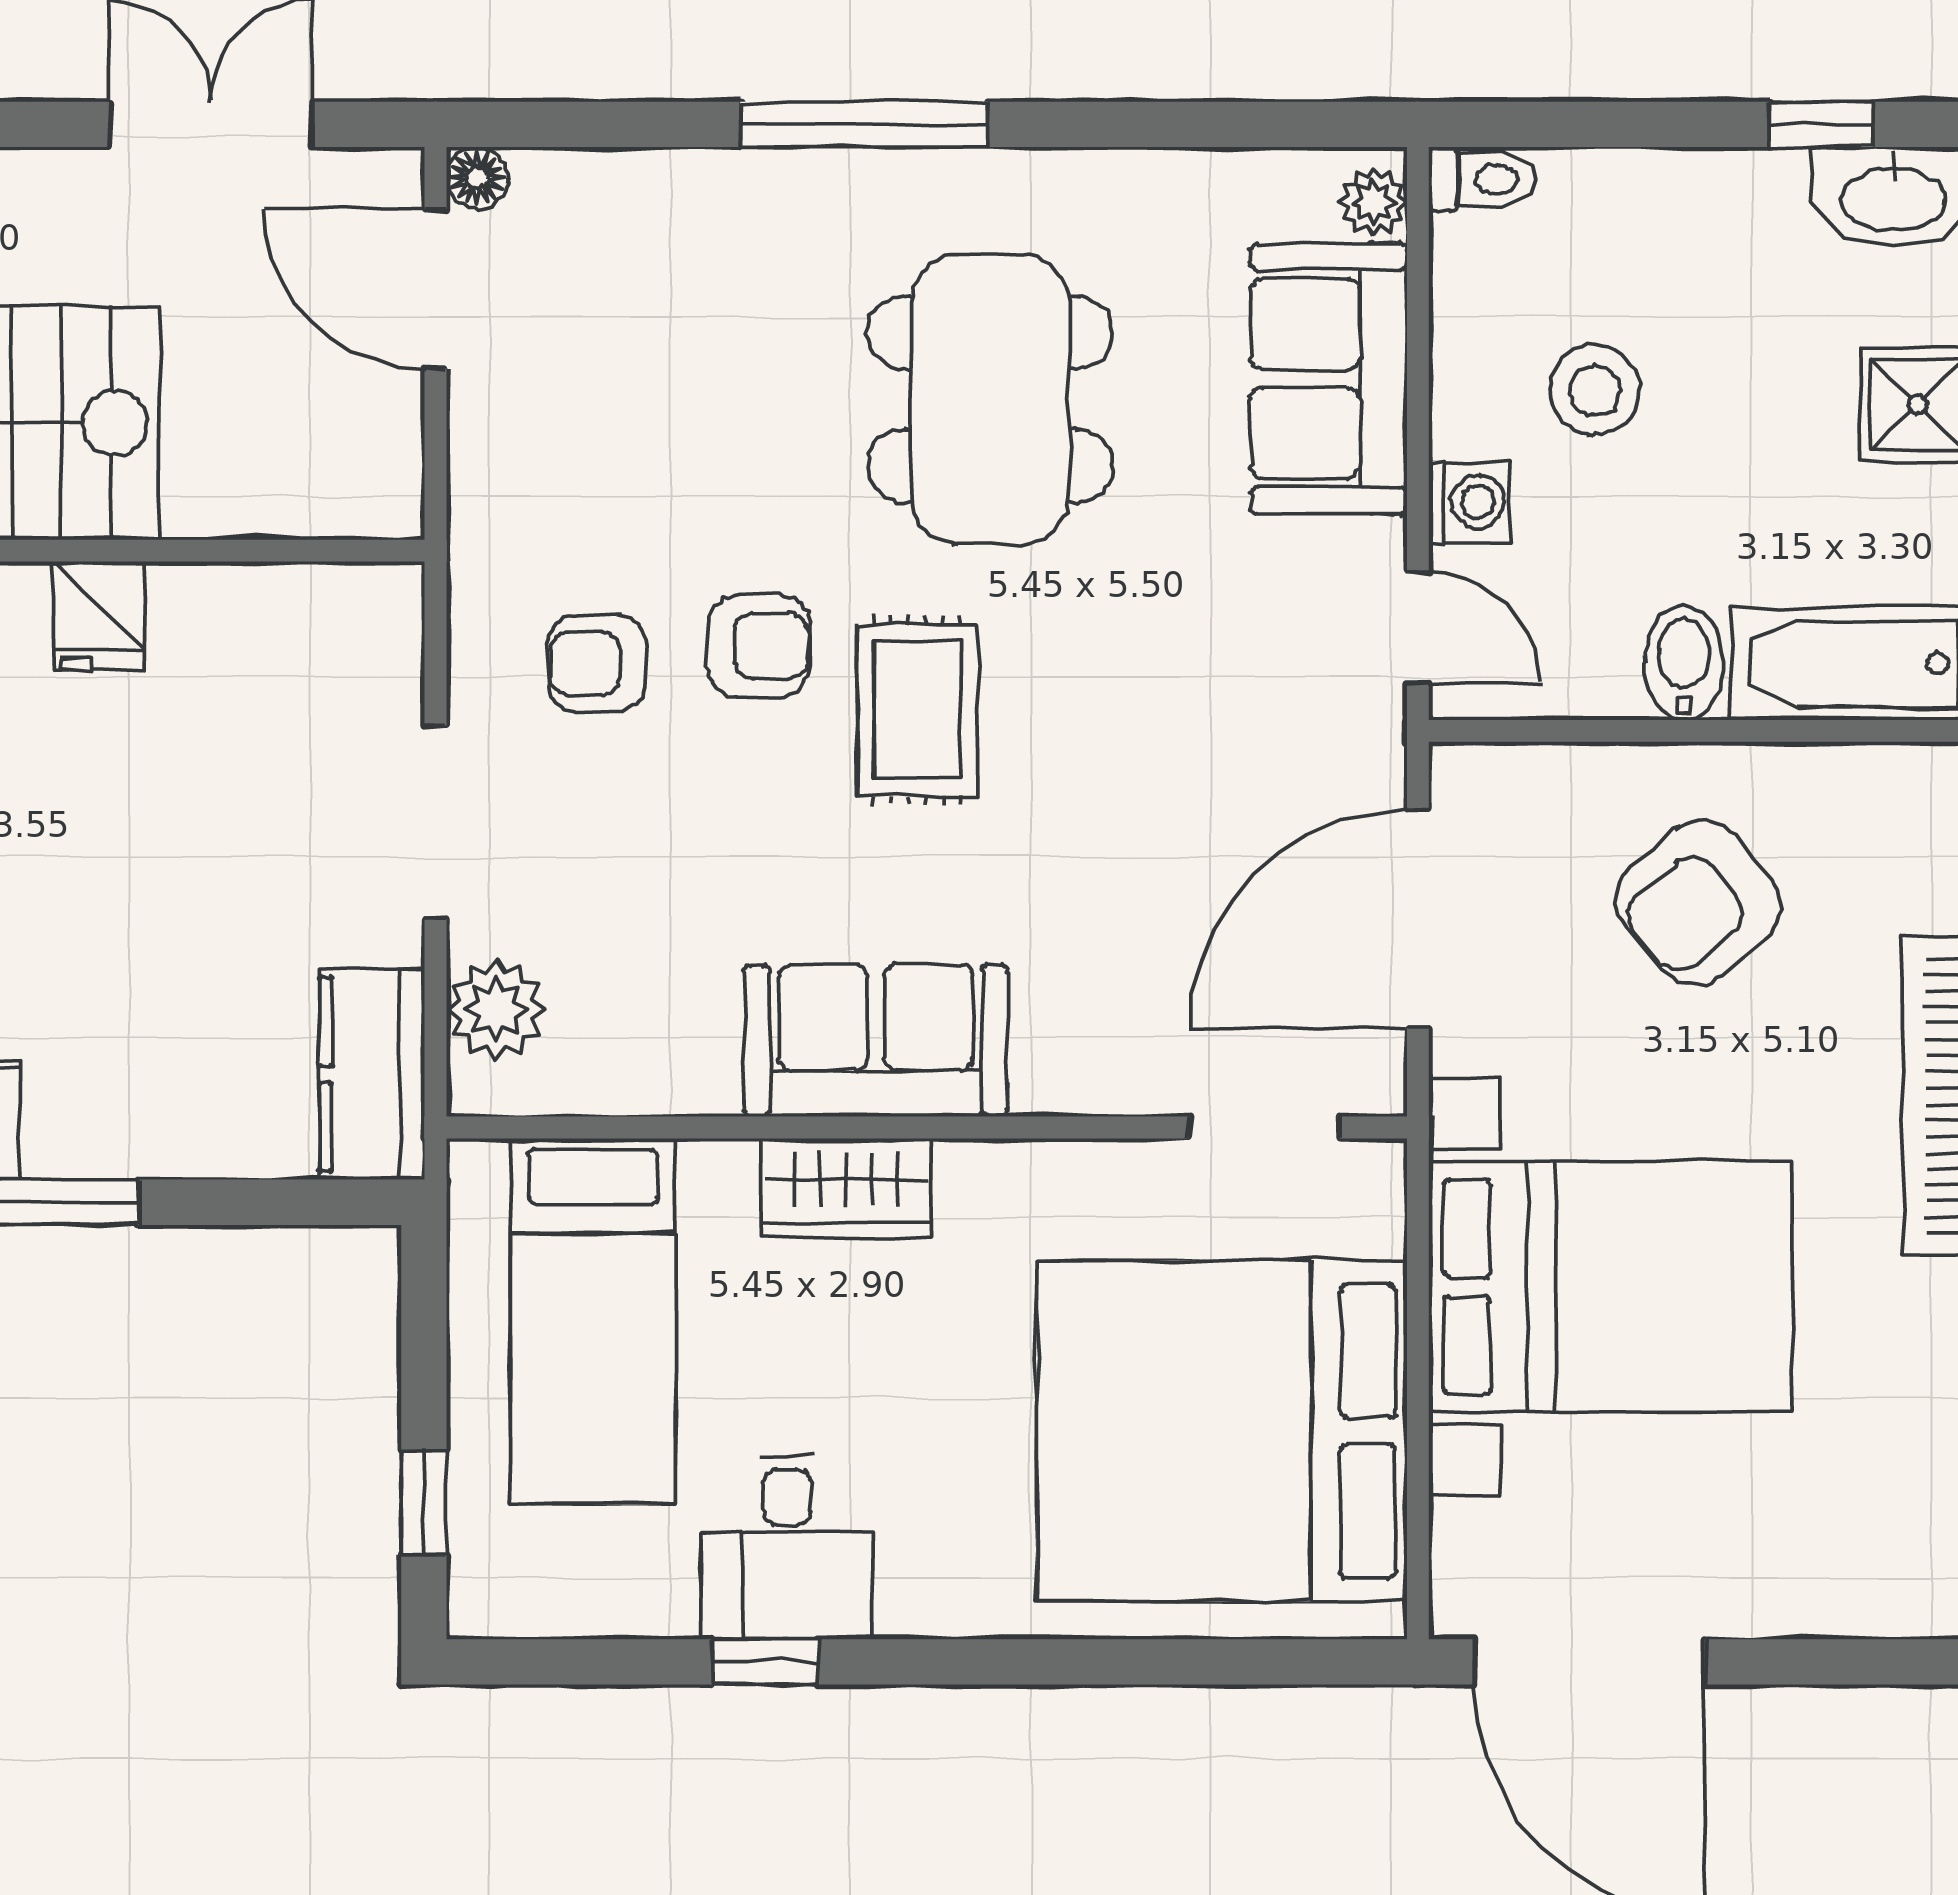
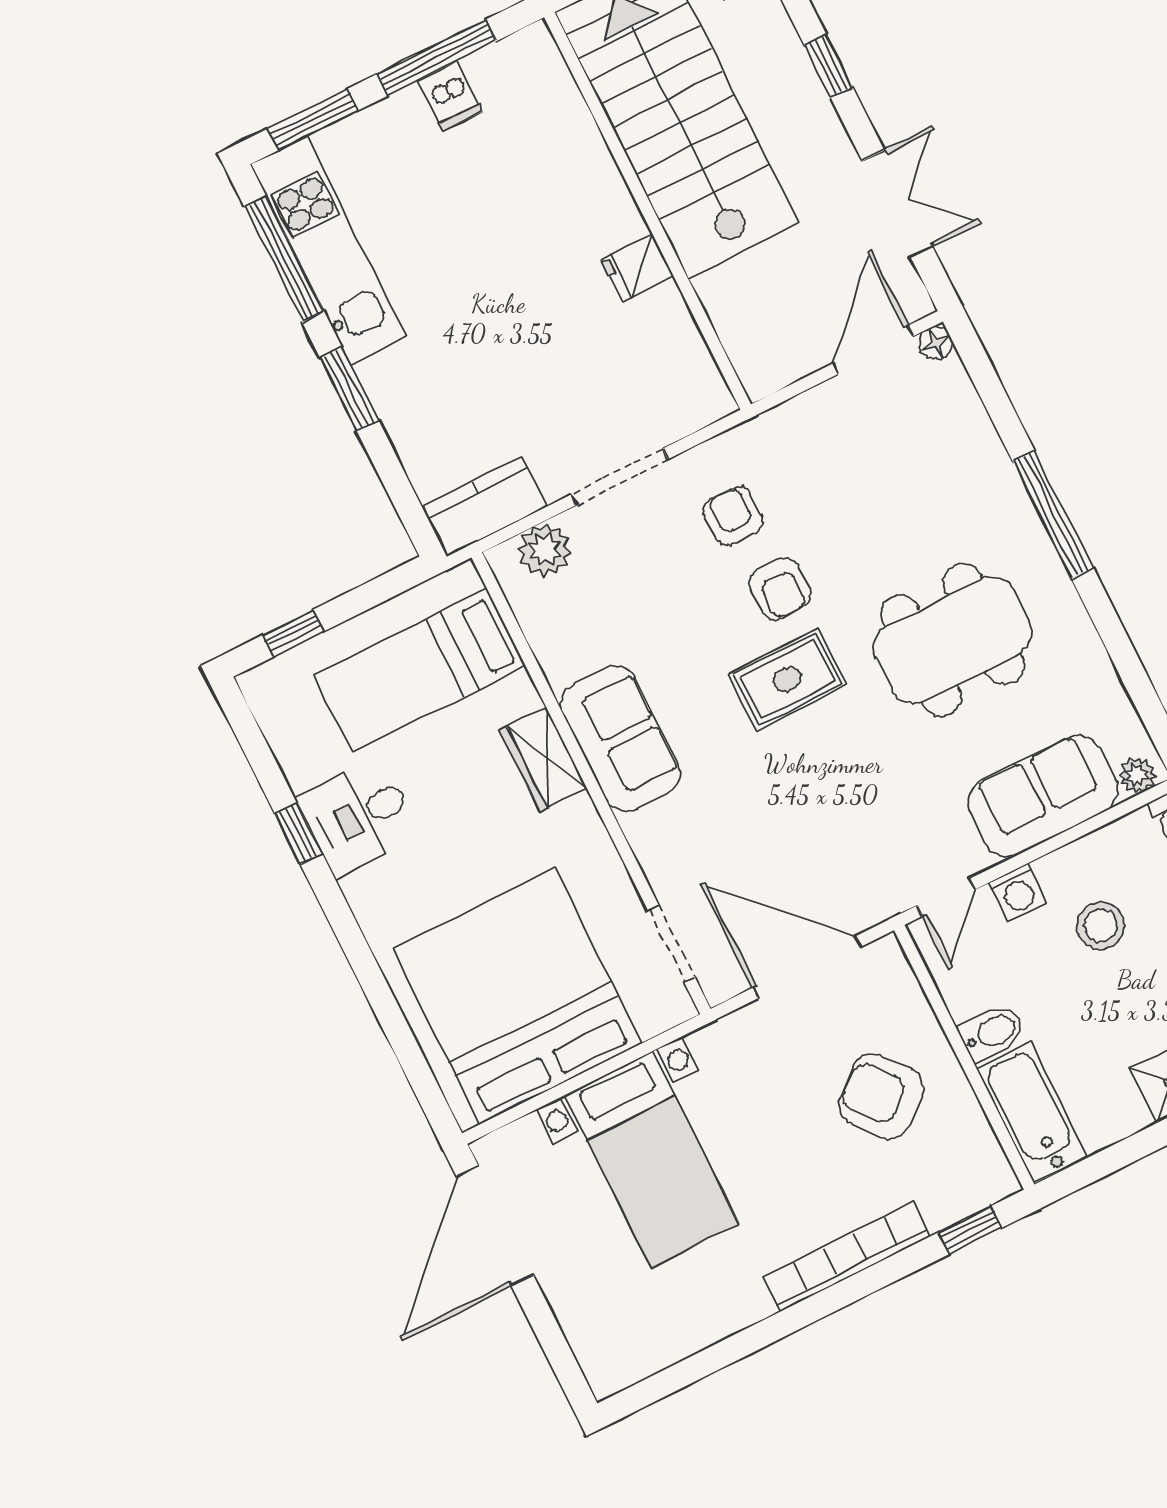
bed with nightstands: (1610, 1287) -> (652, 1159), width x0.73

